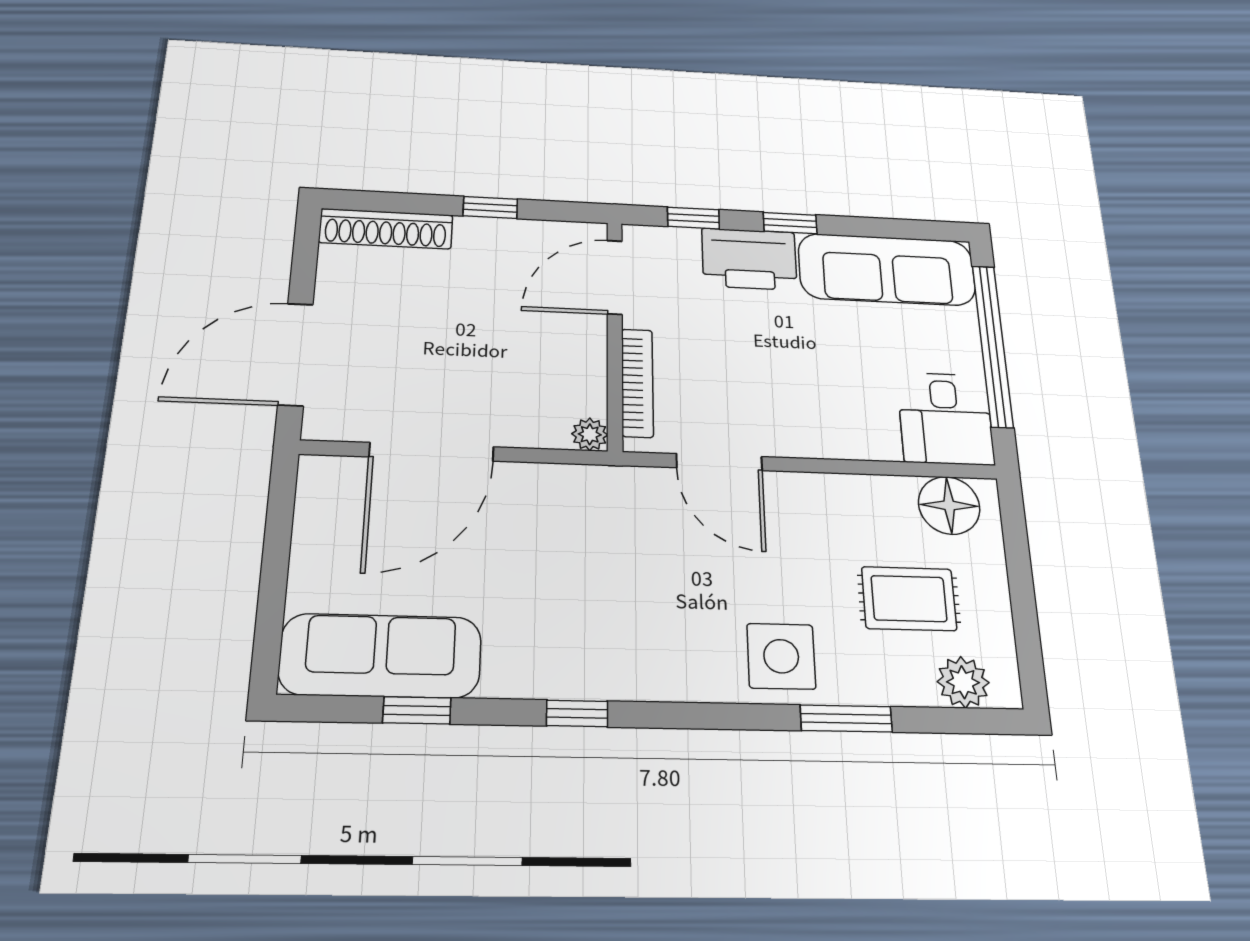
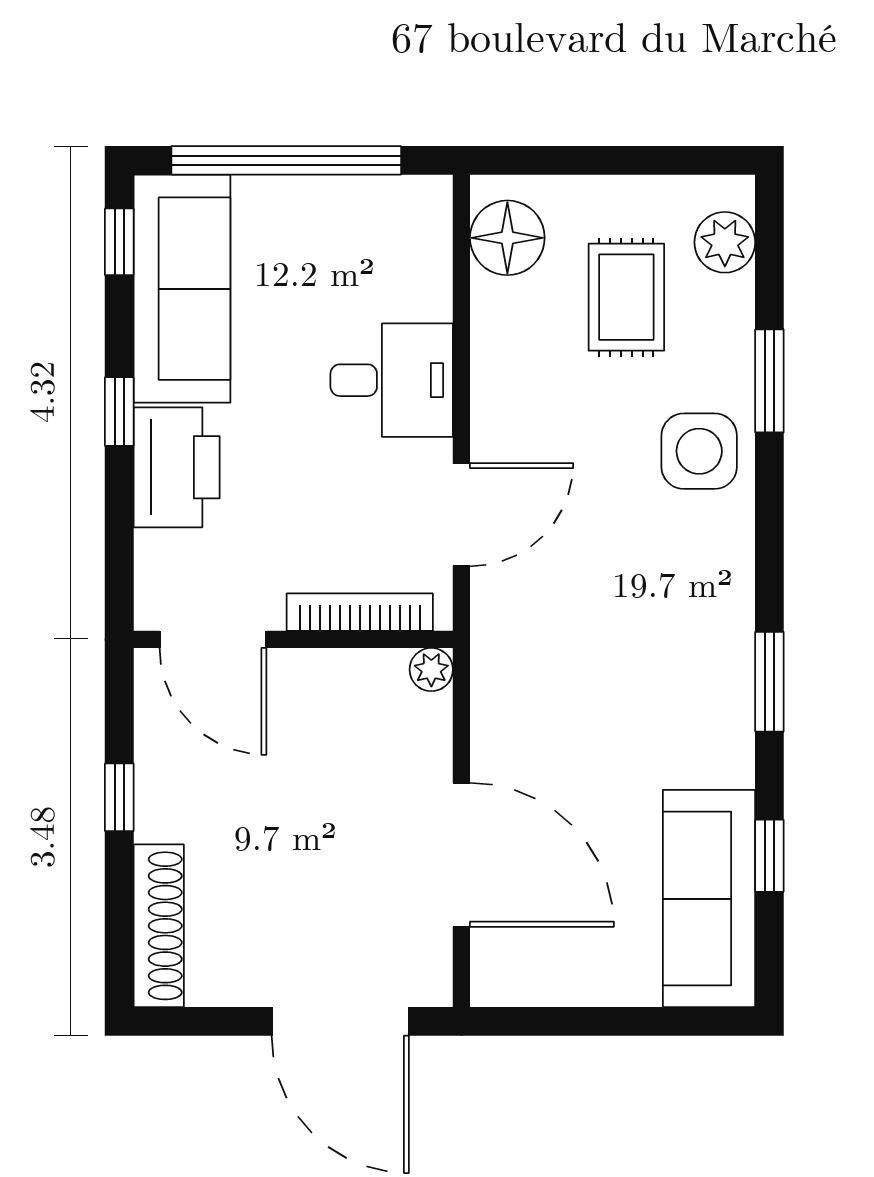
window: (693, 218) -> (119, 242), moved
desk: (945, 418) -> (392, 380), moved
window: (577, 713) -> (769, 682), width x1.50

